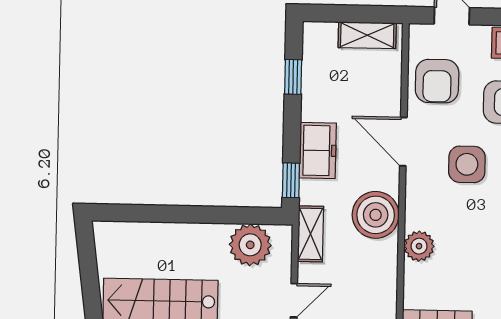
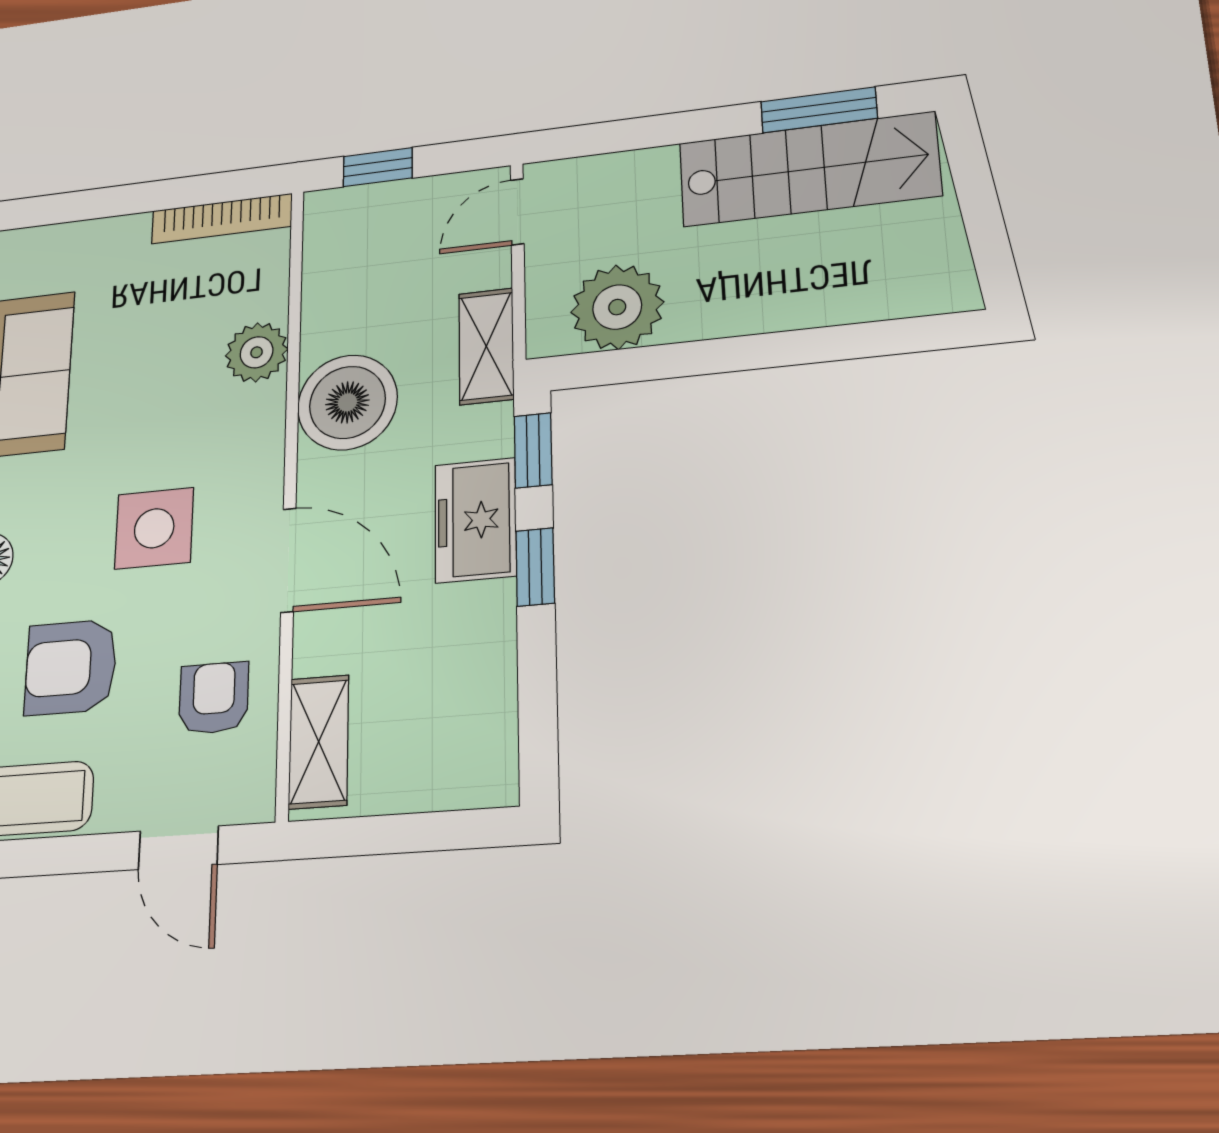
shelving: (367, 35) -> (319, 742), moved, turned 90
window: (293, 77) -> (535, 567), moved
armchair: (437, 81) -> (214, 698), width x0.72, depth x0.72

